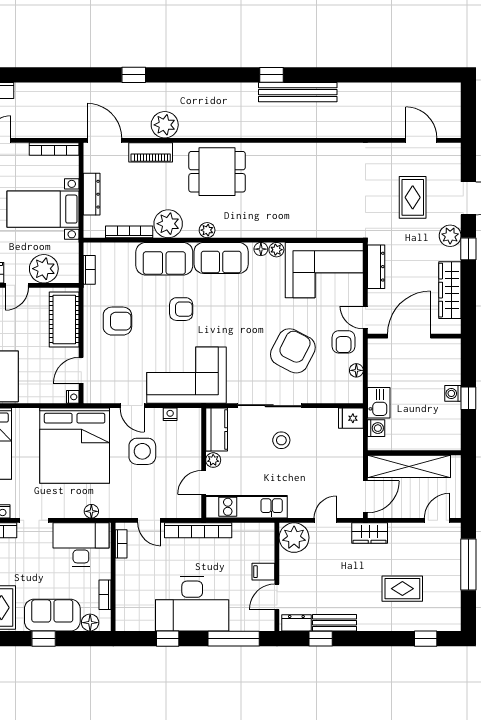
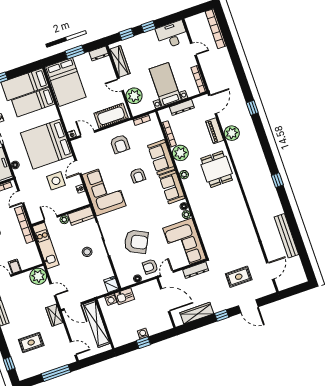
bench: (298, 92) -> (286, 236), moved
plant: (450, 236) -> (225, 303), removed
rug: (402, 589) -> (31, 343), turned 90

